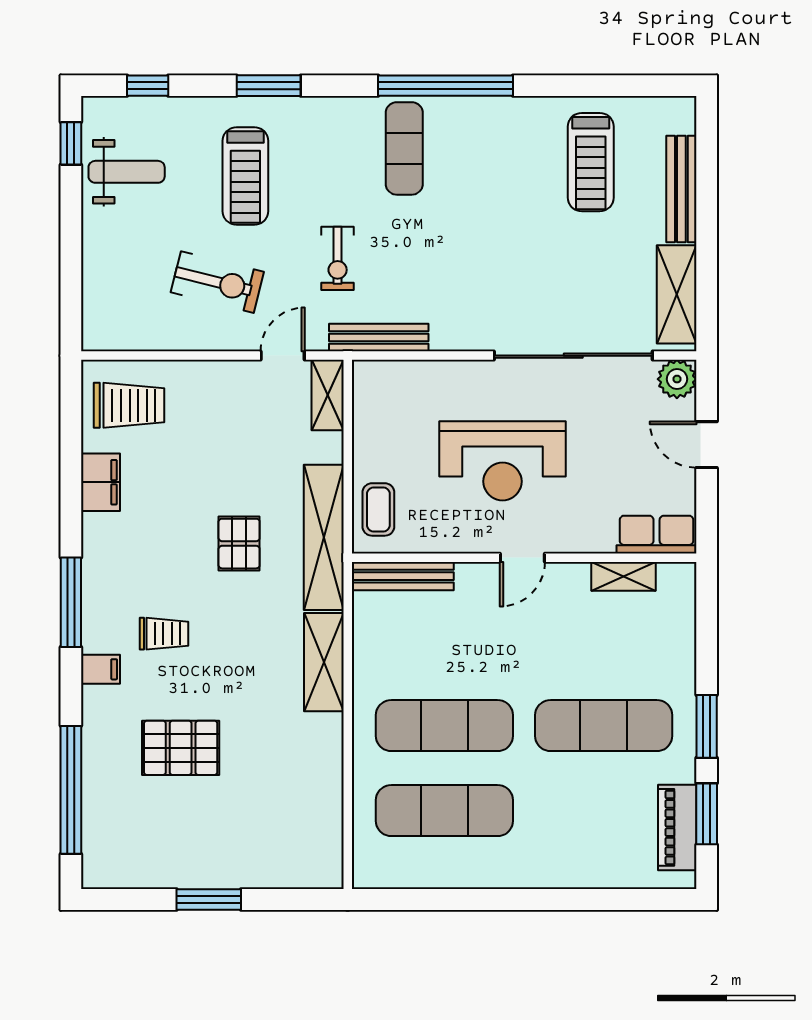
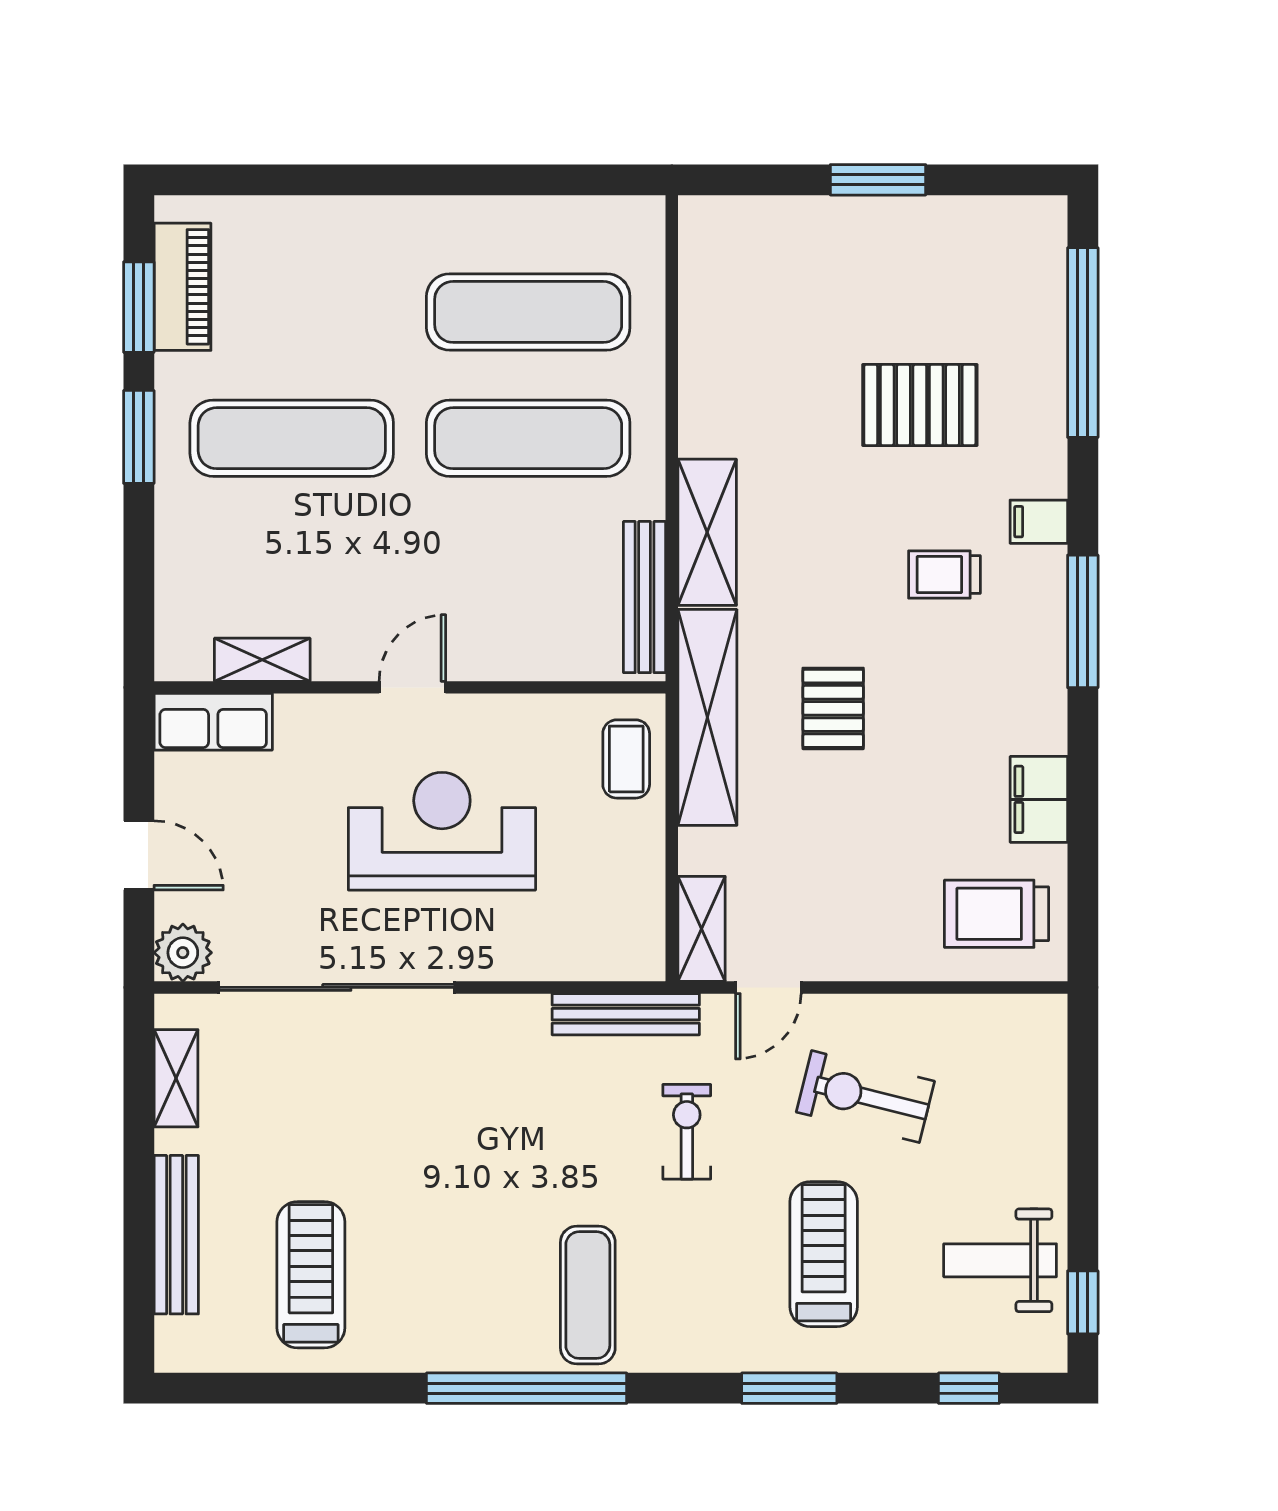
shelving: (677, 294) -> (176, 1078), width x0.67, depth x0.75
bench: (403, 576) -> (645, 597), moved, turned 90

